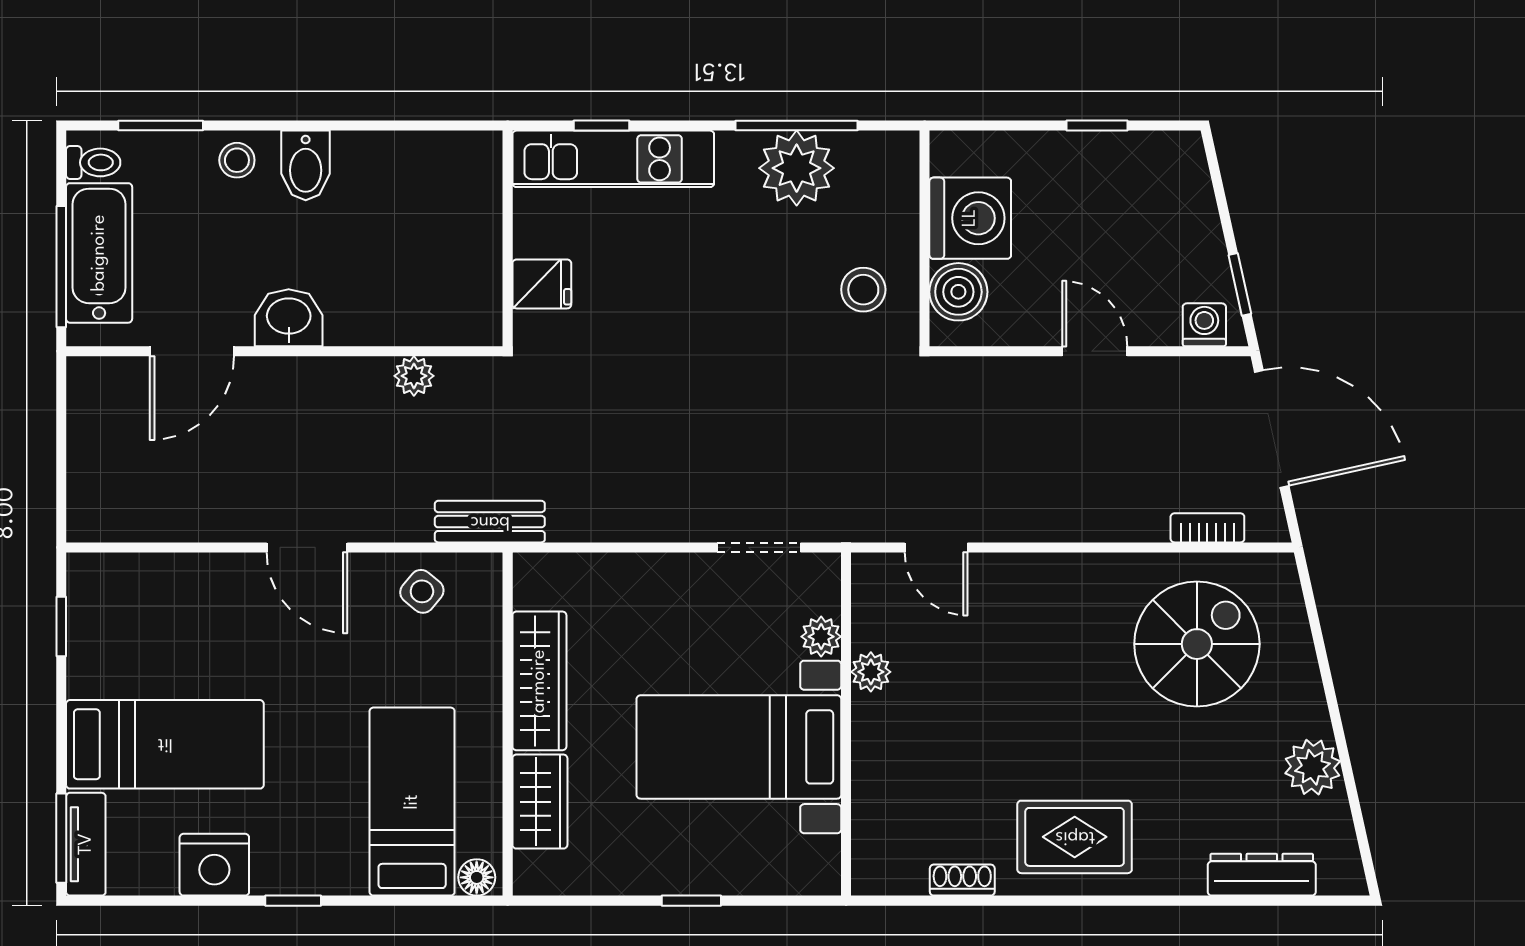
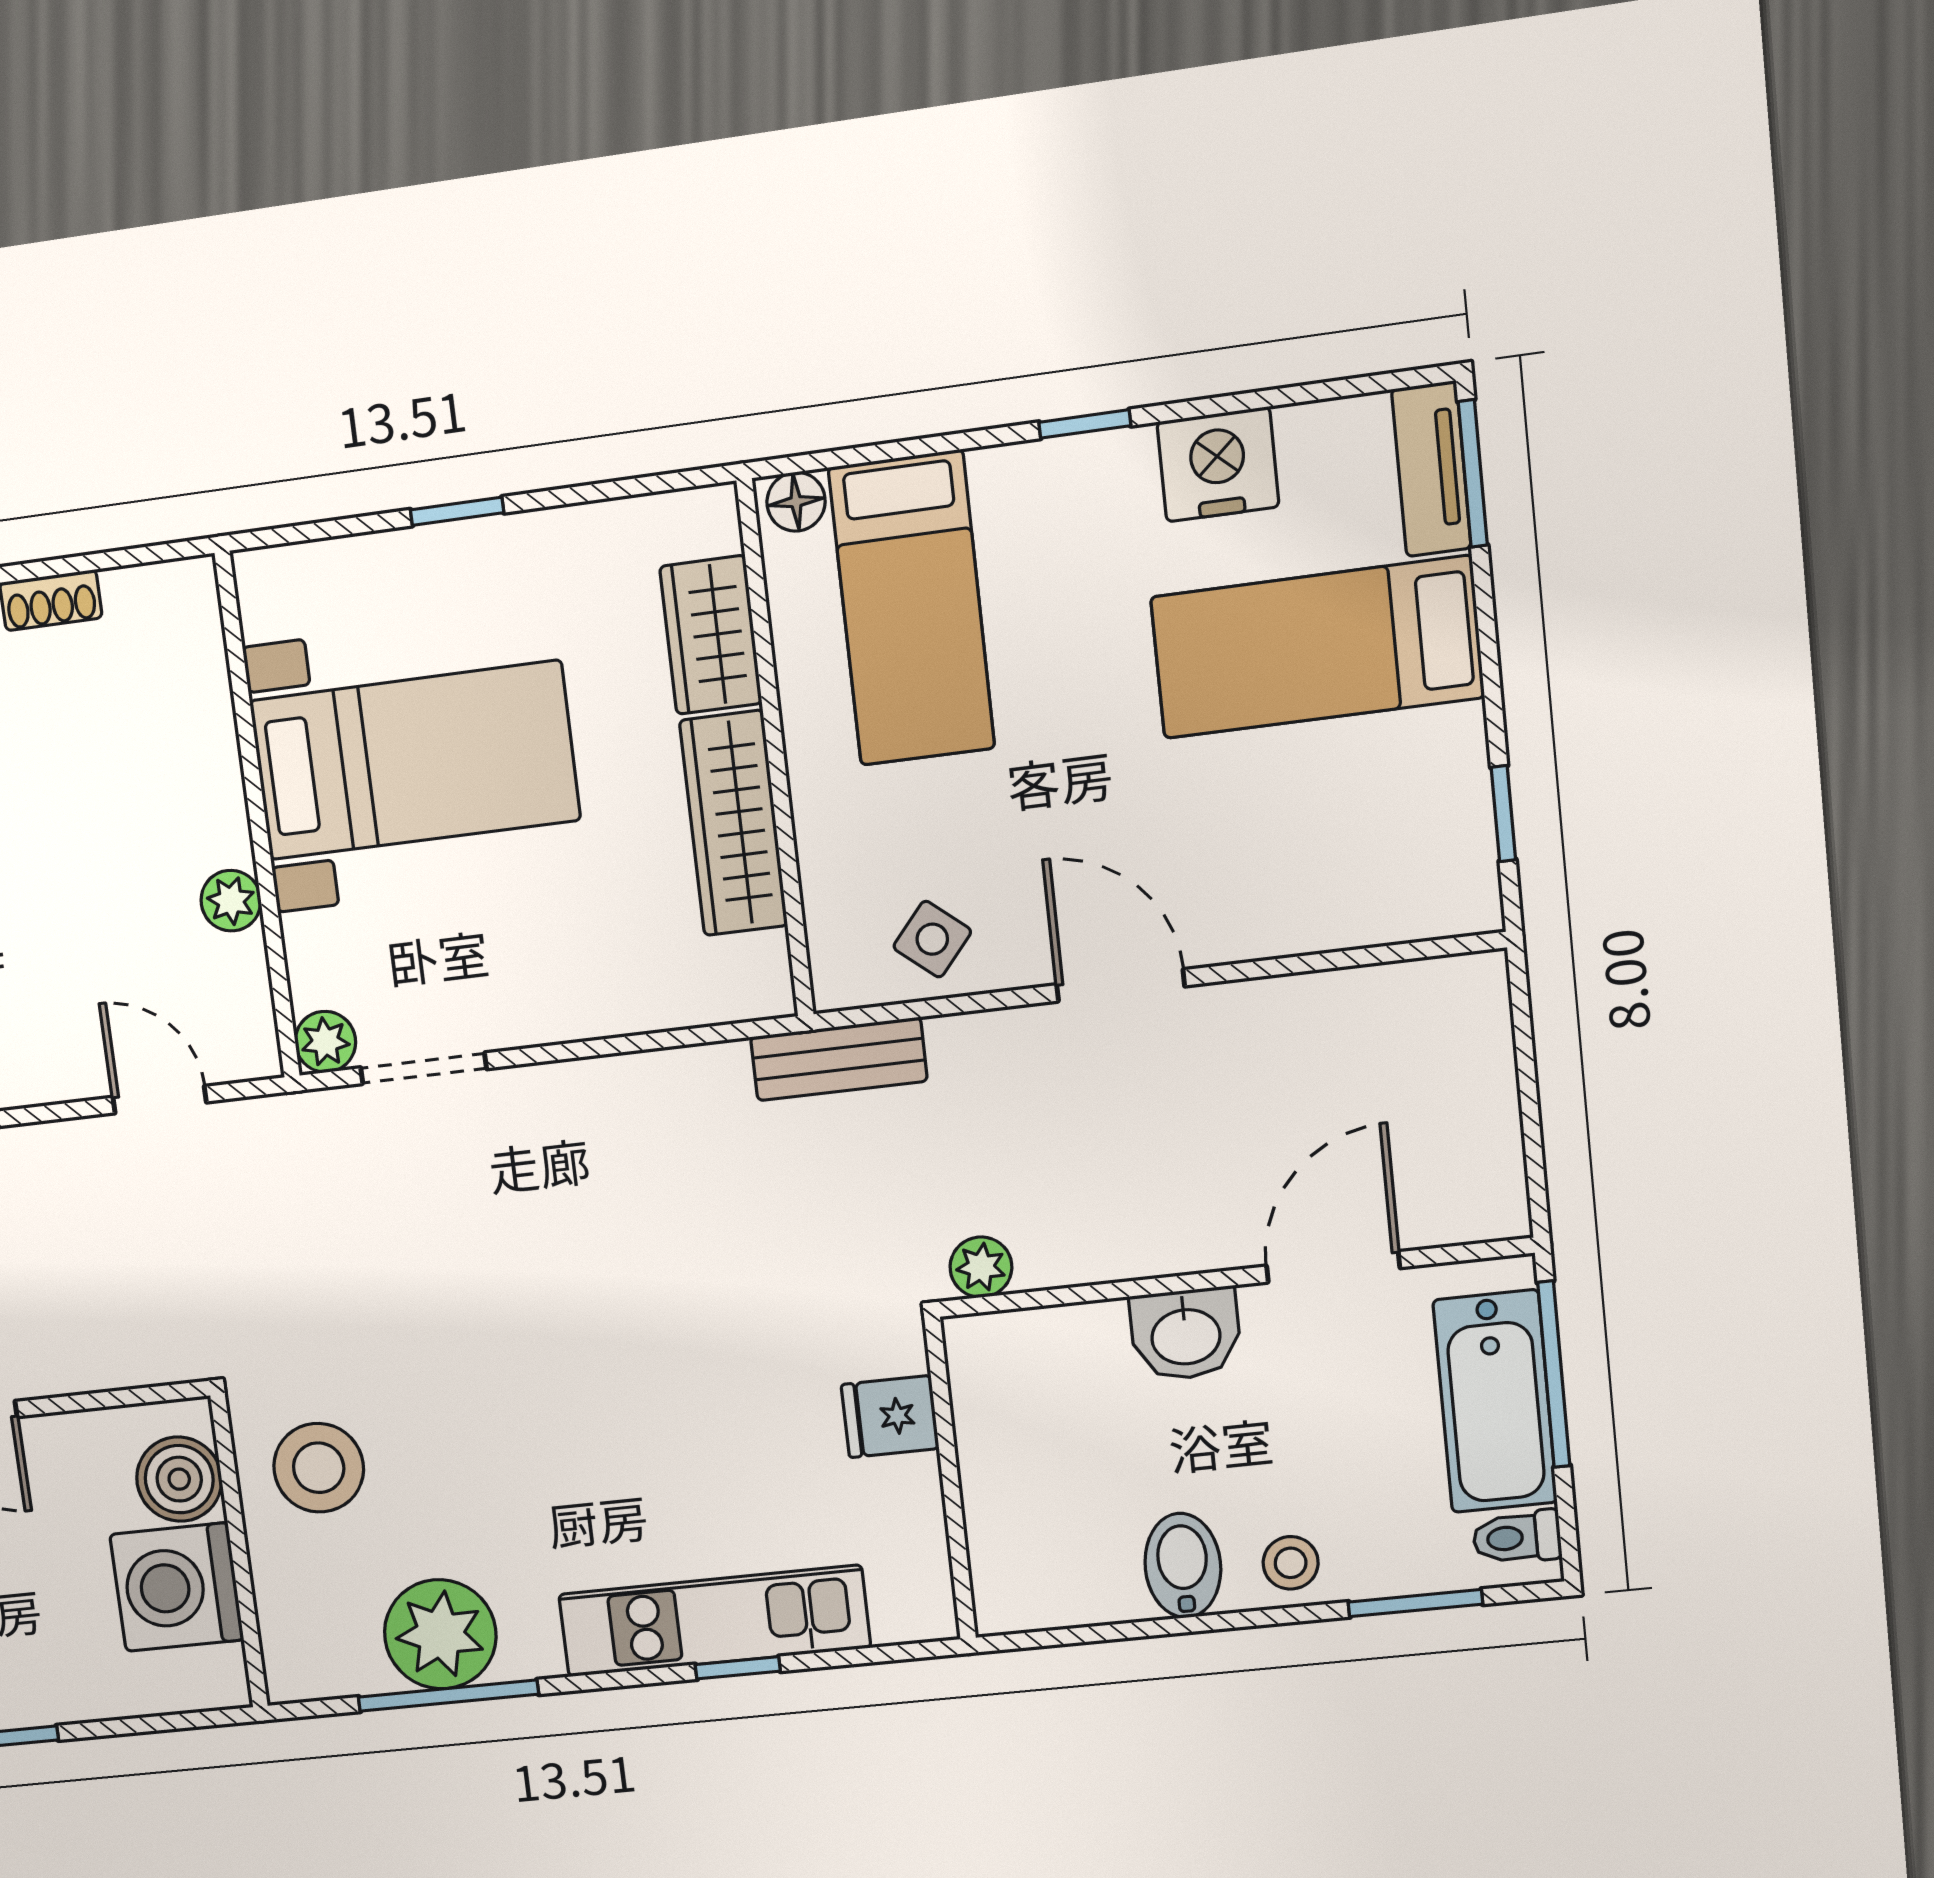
wall: (508, 238) -> (950, 1479), moved
fridge: (542, 284) -> (890, 1417), moved
stool: (863, 290) -> (319, 1468), width x1.38, depth x1.38
plant: (821, 637) -> (325, 1042), moved

